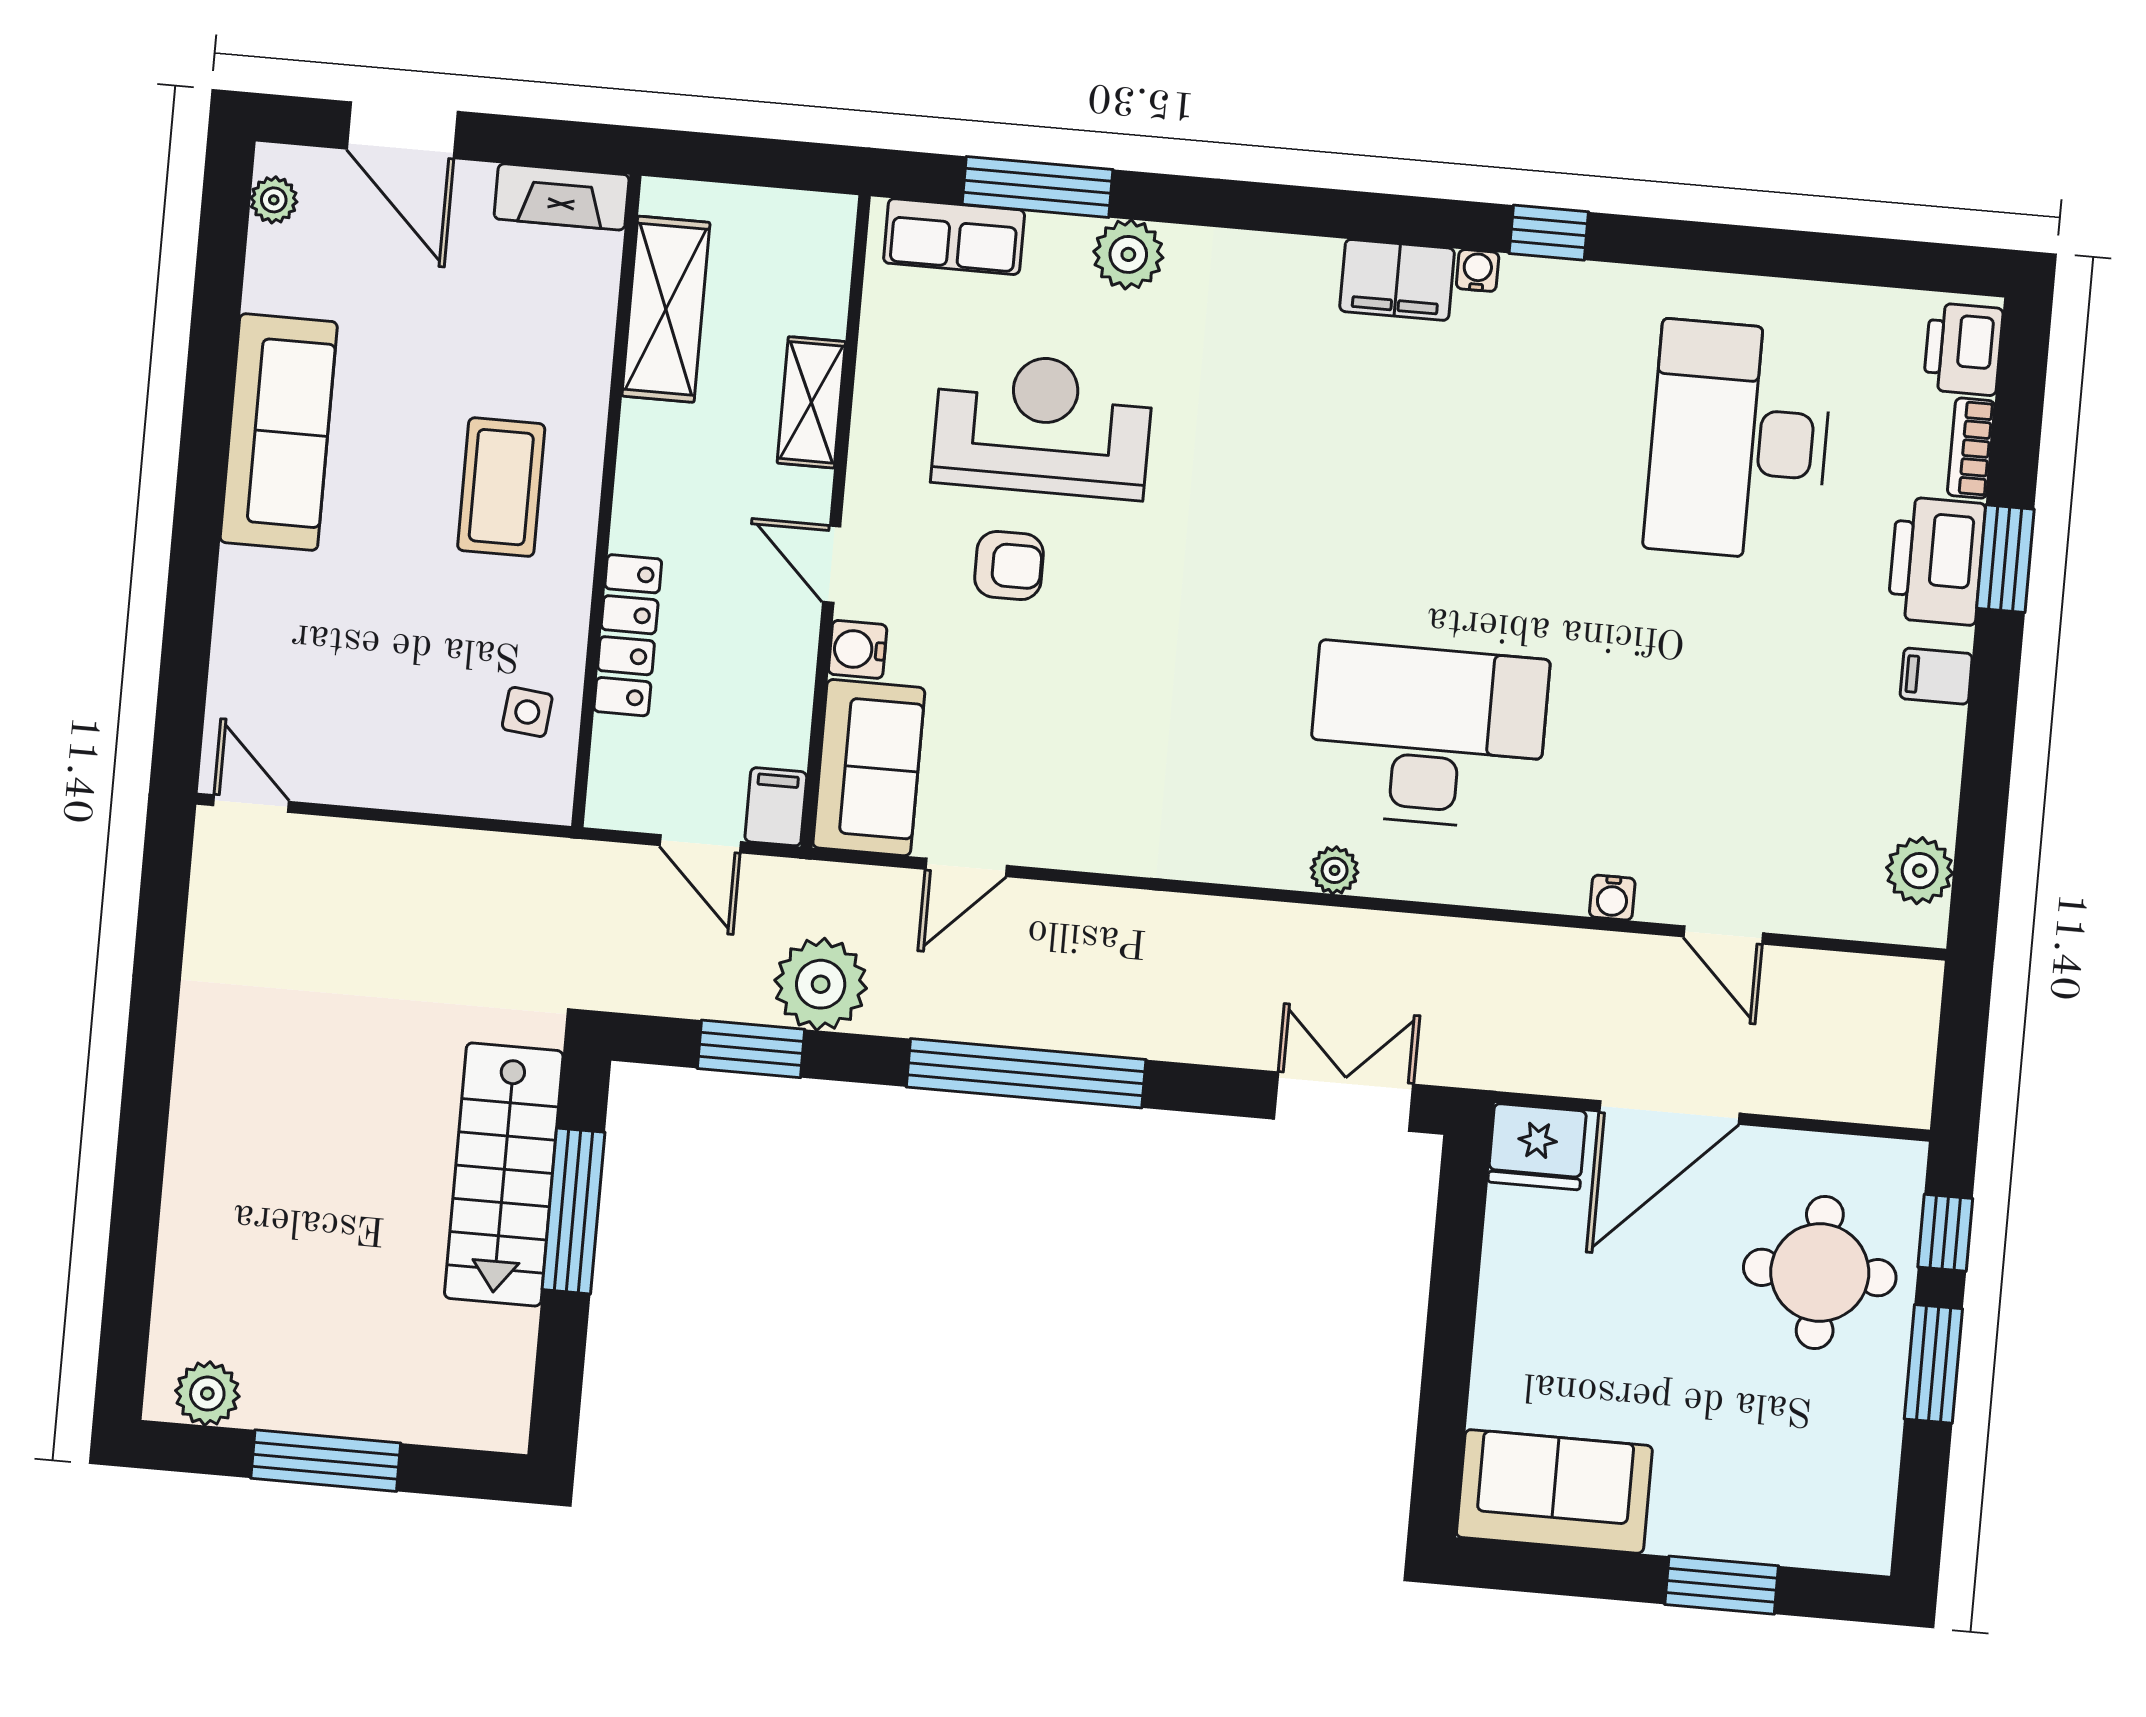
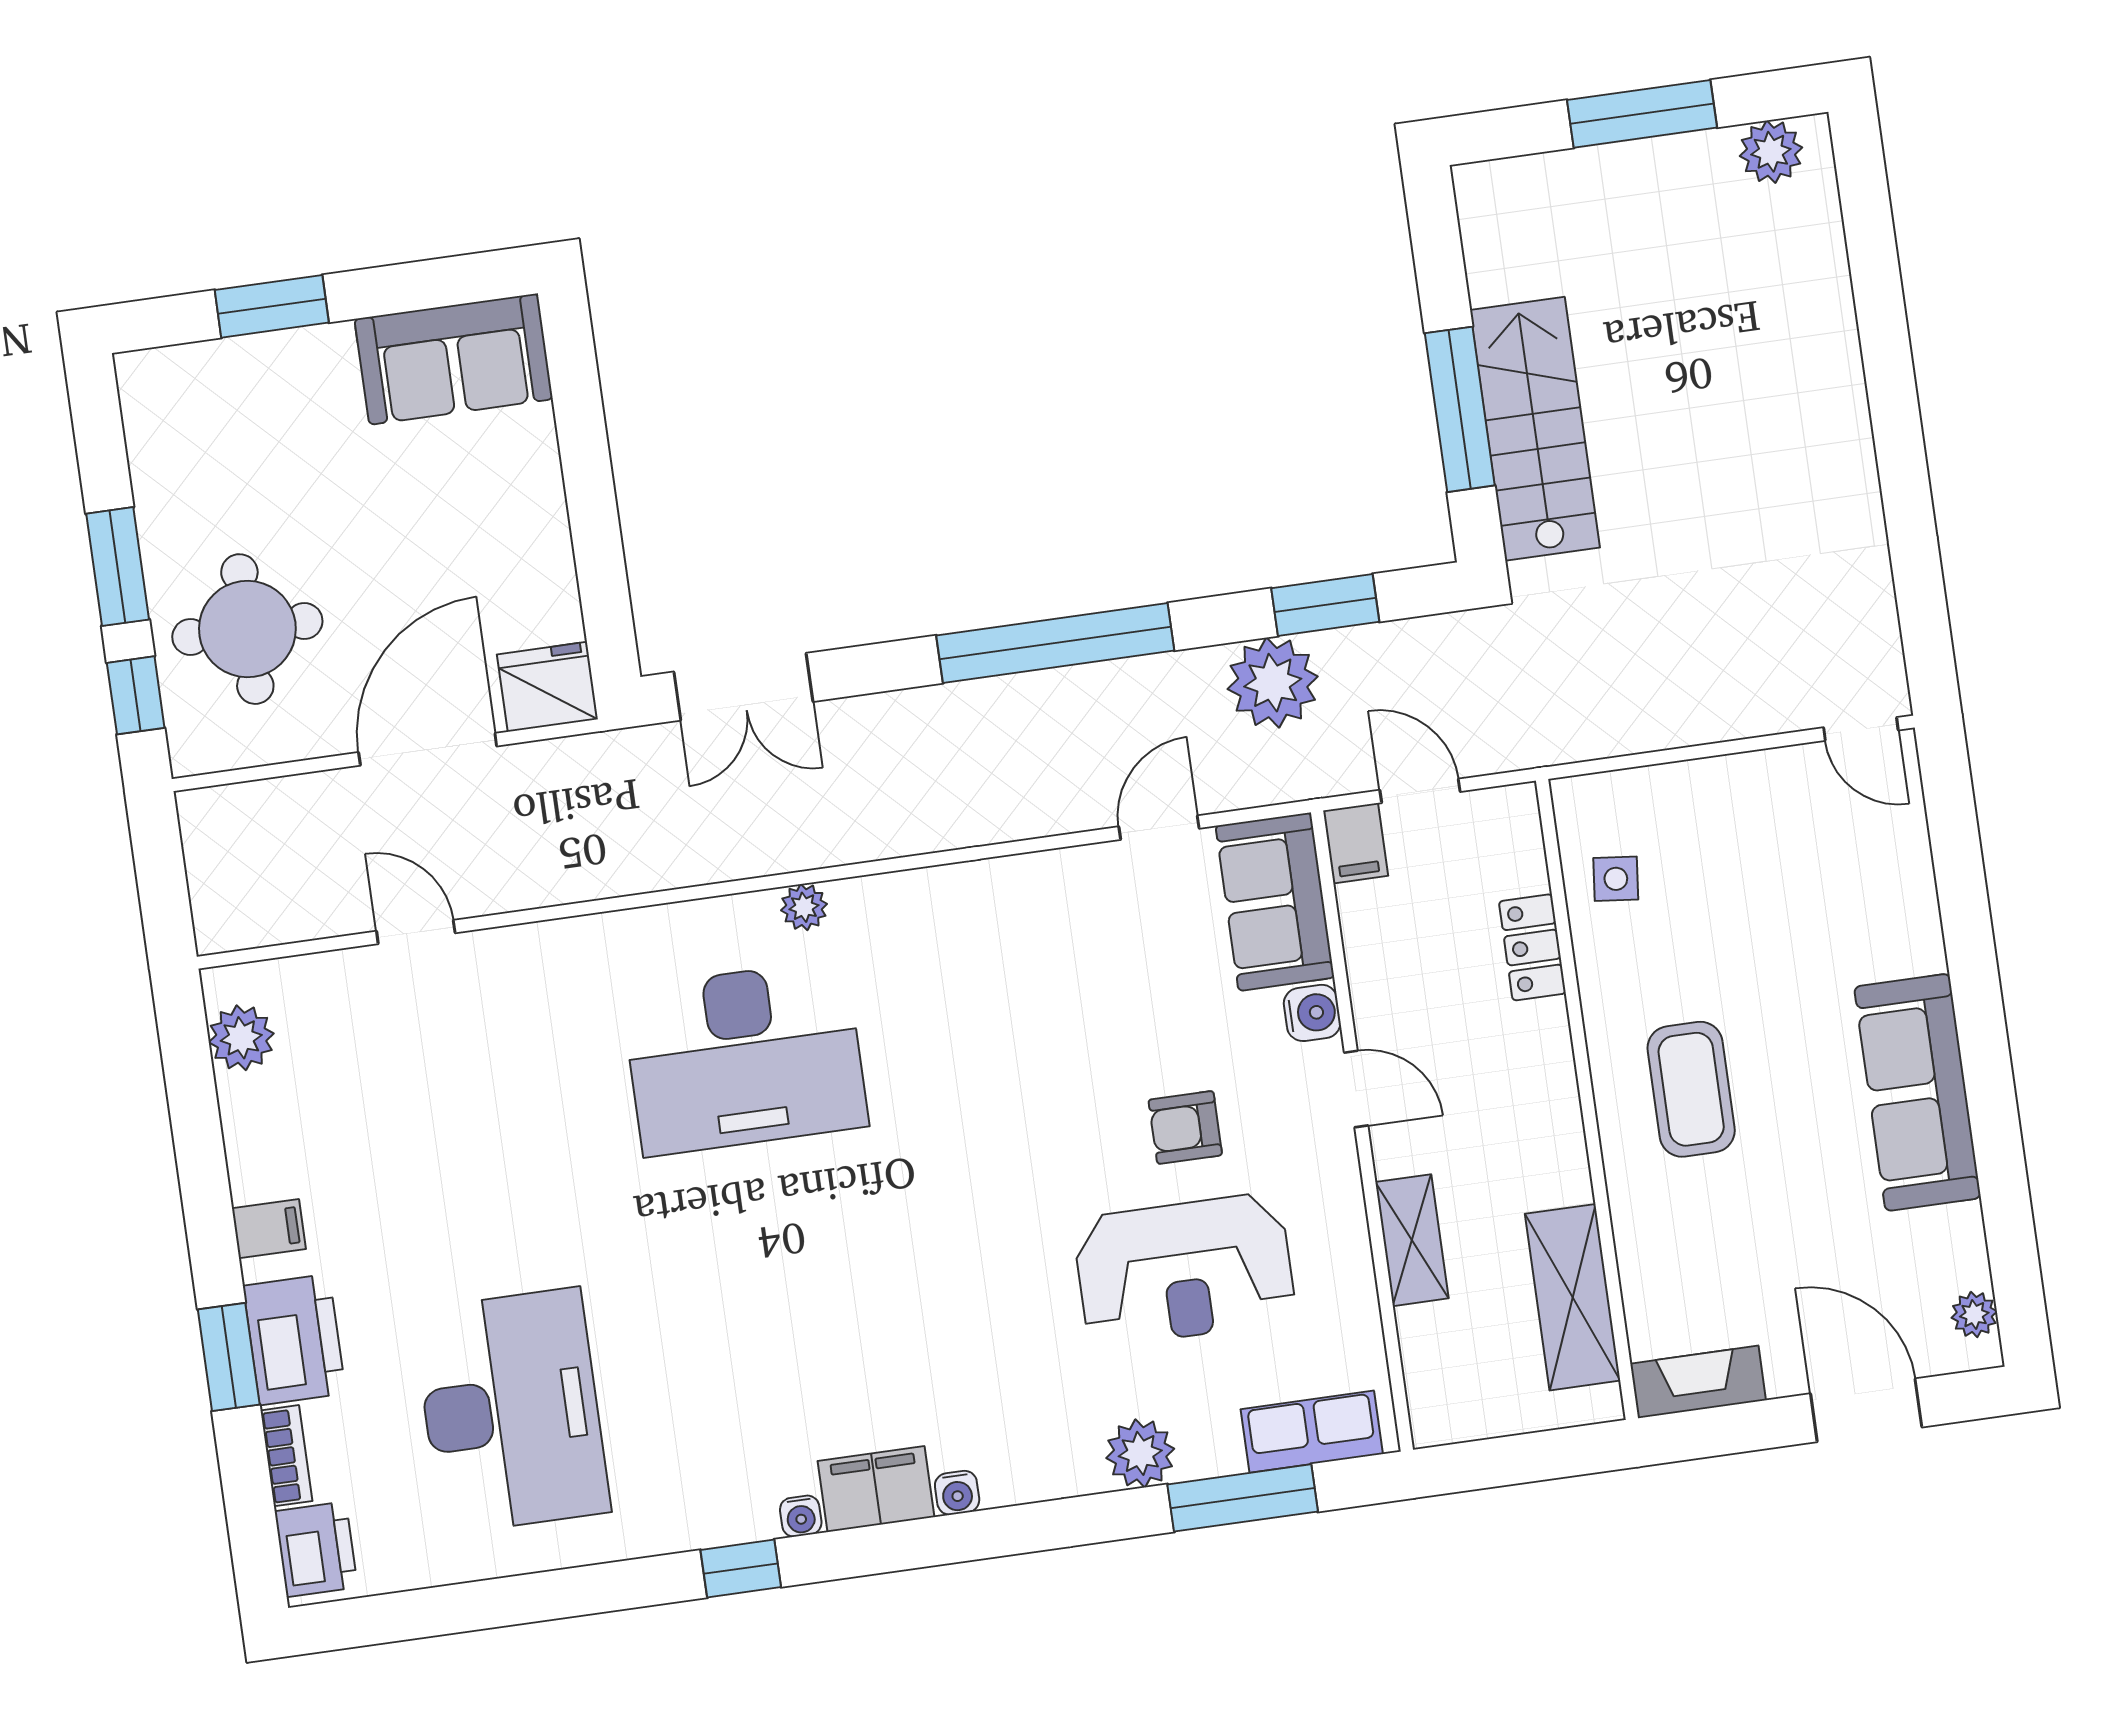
locker: (628, 635) -> (1532, 947), width x0.66
water cooler: (1612, 898) -> (957, 1493), moved, turned 180

